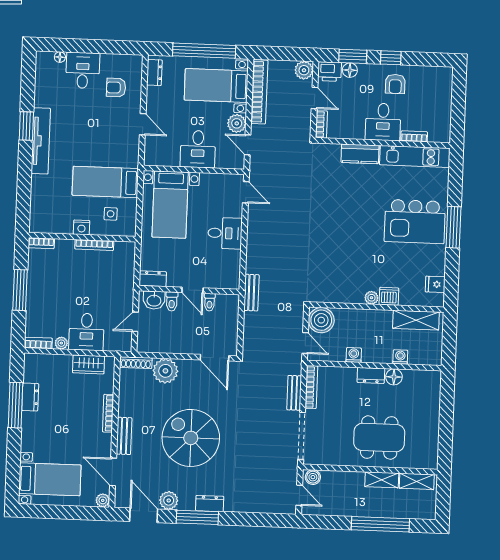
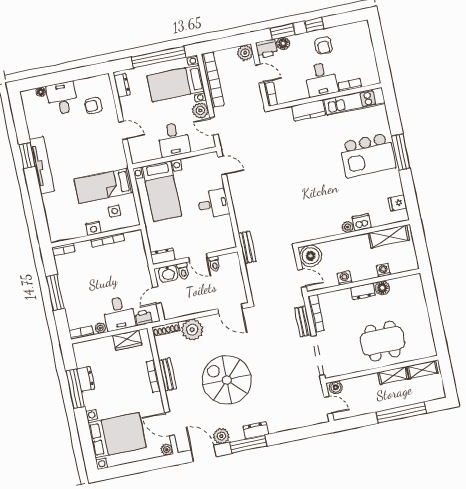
printer: (113, 343) -> (143, 318), added
bench: (124, 436) -> (168, 374), moved
bed with nightstands: (50, 479) -> (117, 435), width x1.36

